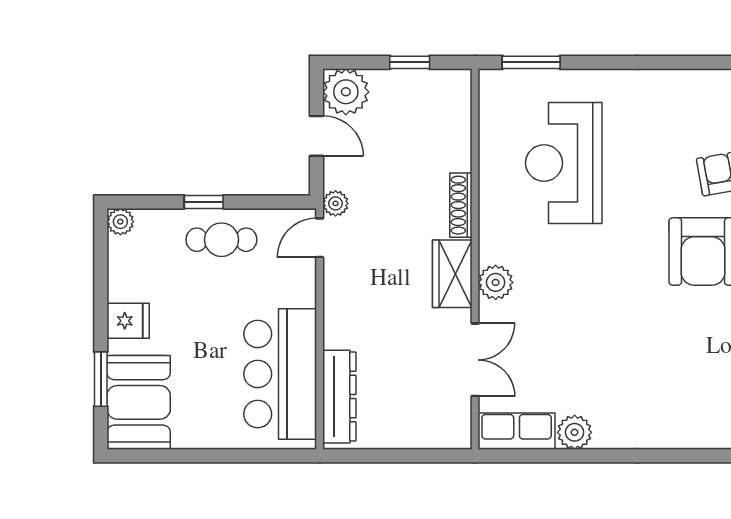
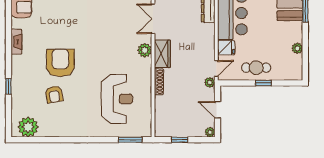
plant: (346, 92) -> (210, 132), width x0.53, depth x0.53
plant: (120, 222) -> (297, 48), moved
fridge: (128, 321) -> (226, 48), moved, turned 180

